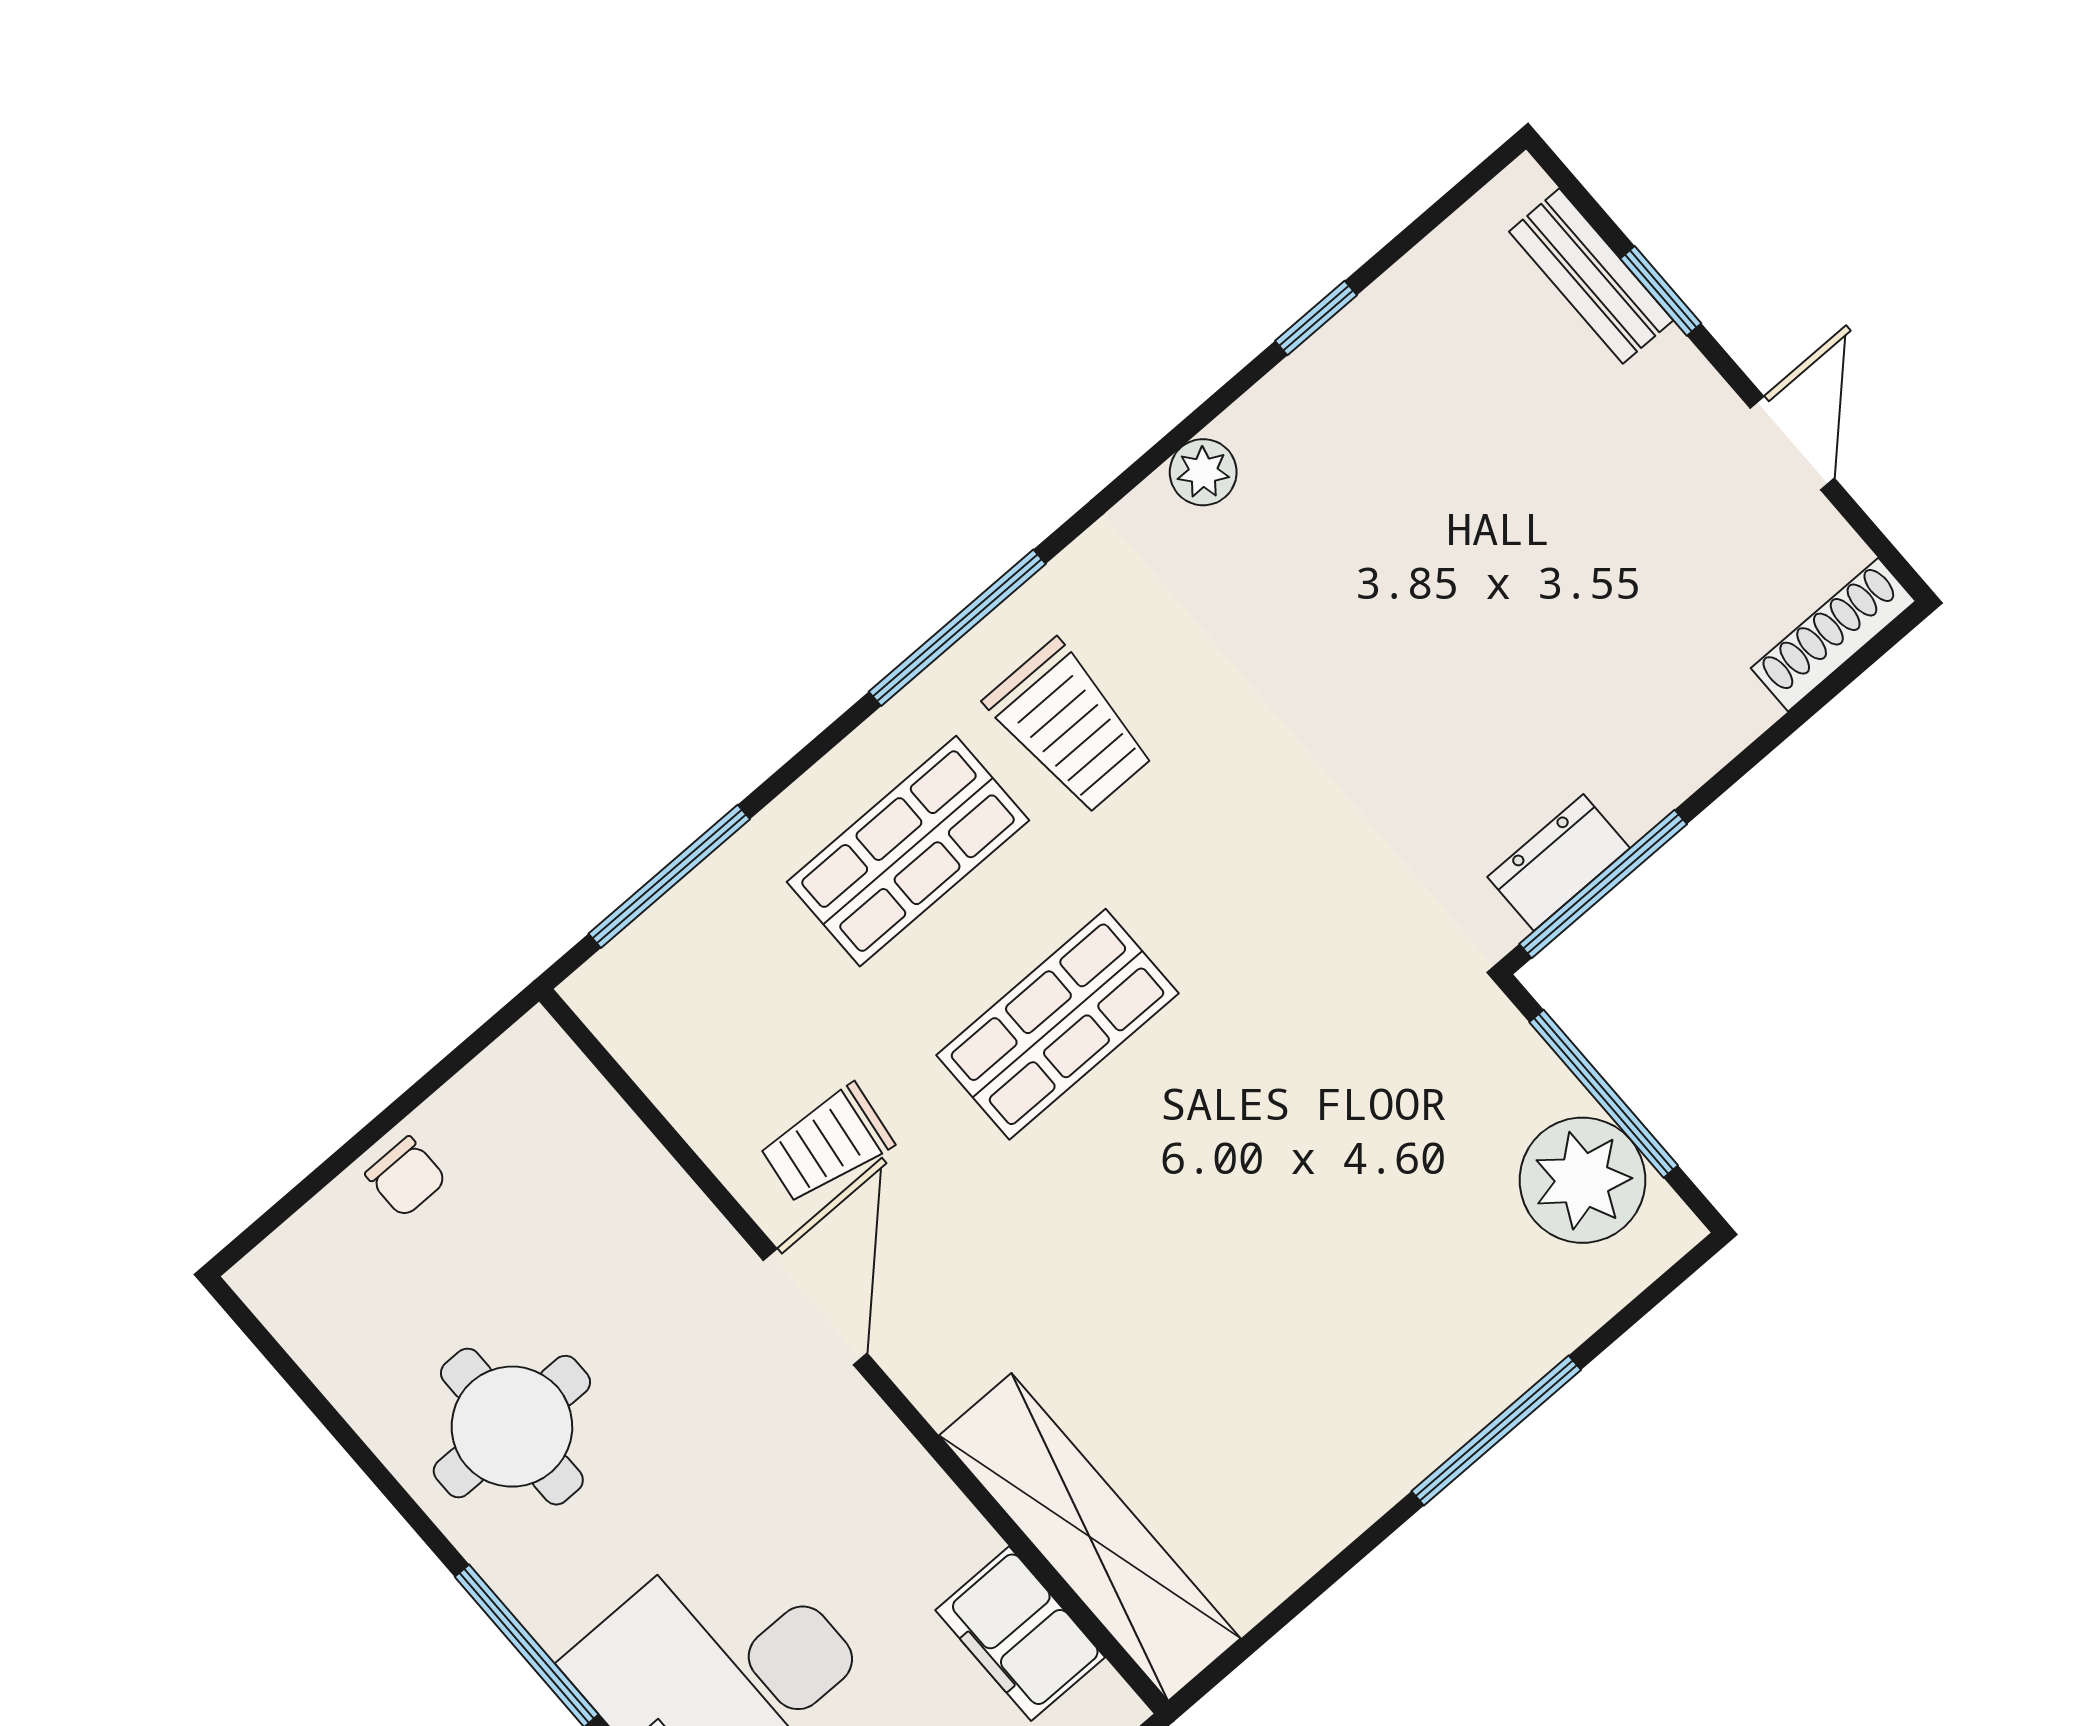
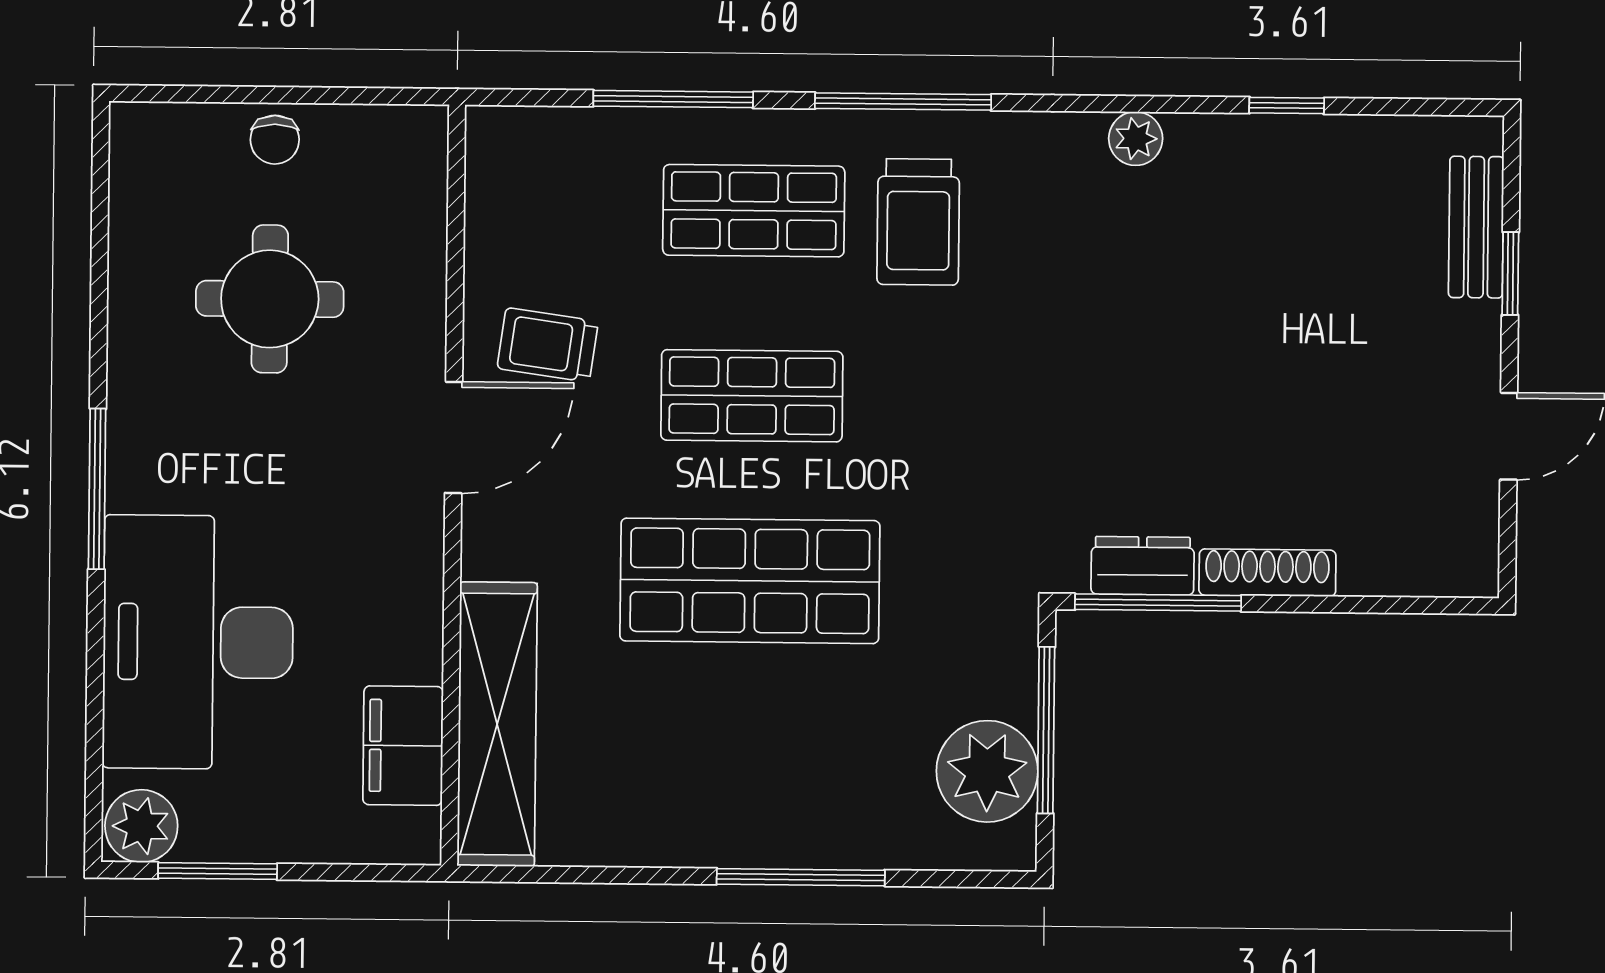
shoe rack: (1833, 635) -> (1267, 573), moved
window: (669, 876) -> (673, 99), moved
shop shelf: (1207, 1197) -> (750, 581), added
round table: (512, 1427) -> (270, 299), moved

